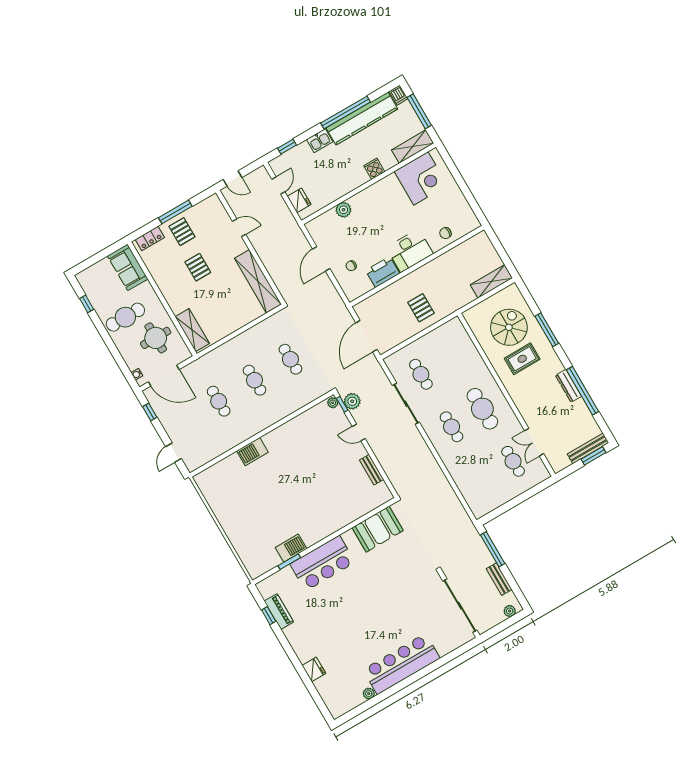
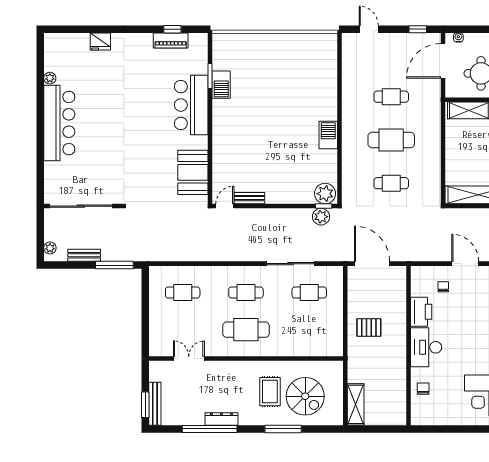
cafe table: (255, 380) -> (391, 140), width x1.37, depth x1.35
plant: (333, 403) -> (325, 194), width x1.88, depth x1.88
door: (359, 433) -> (225, 206), moved
barbecue: (252, 452) -> (328, 135), moved
cafe table: (513, 461) -> (183, 293), moved

